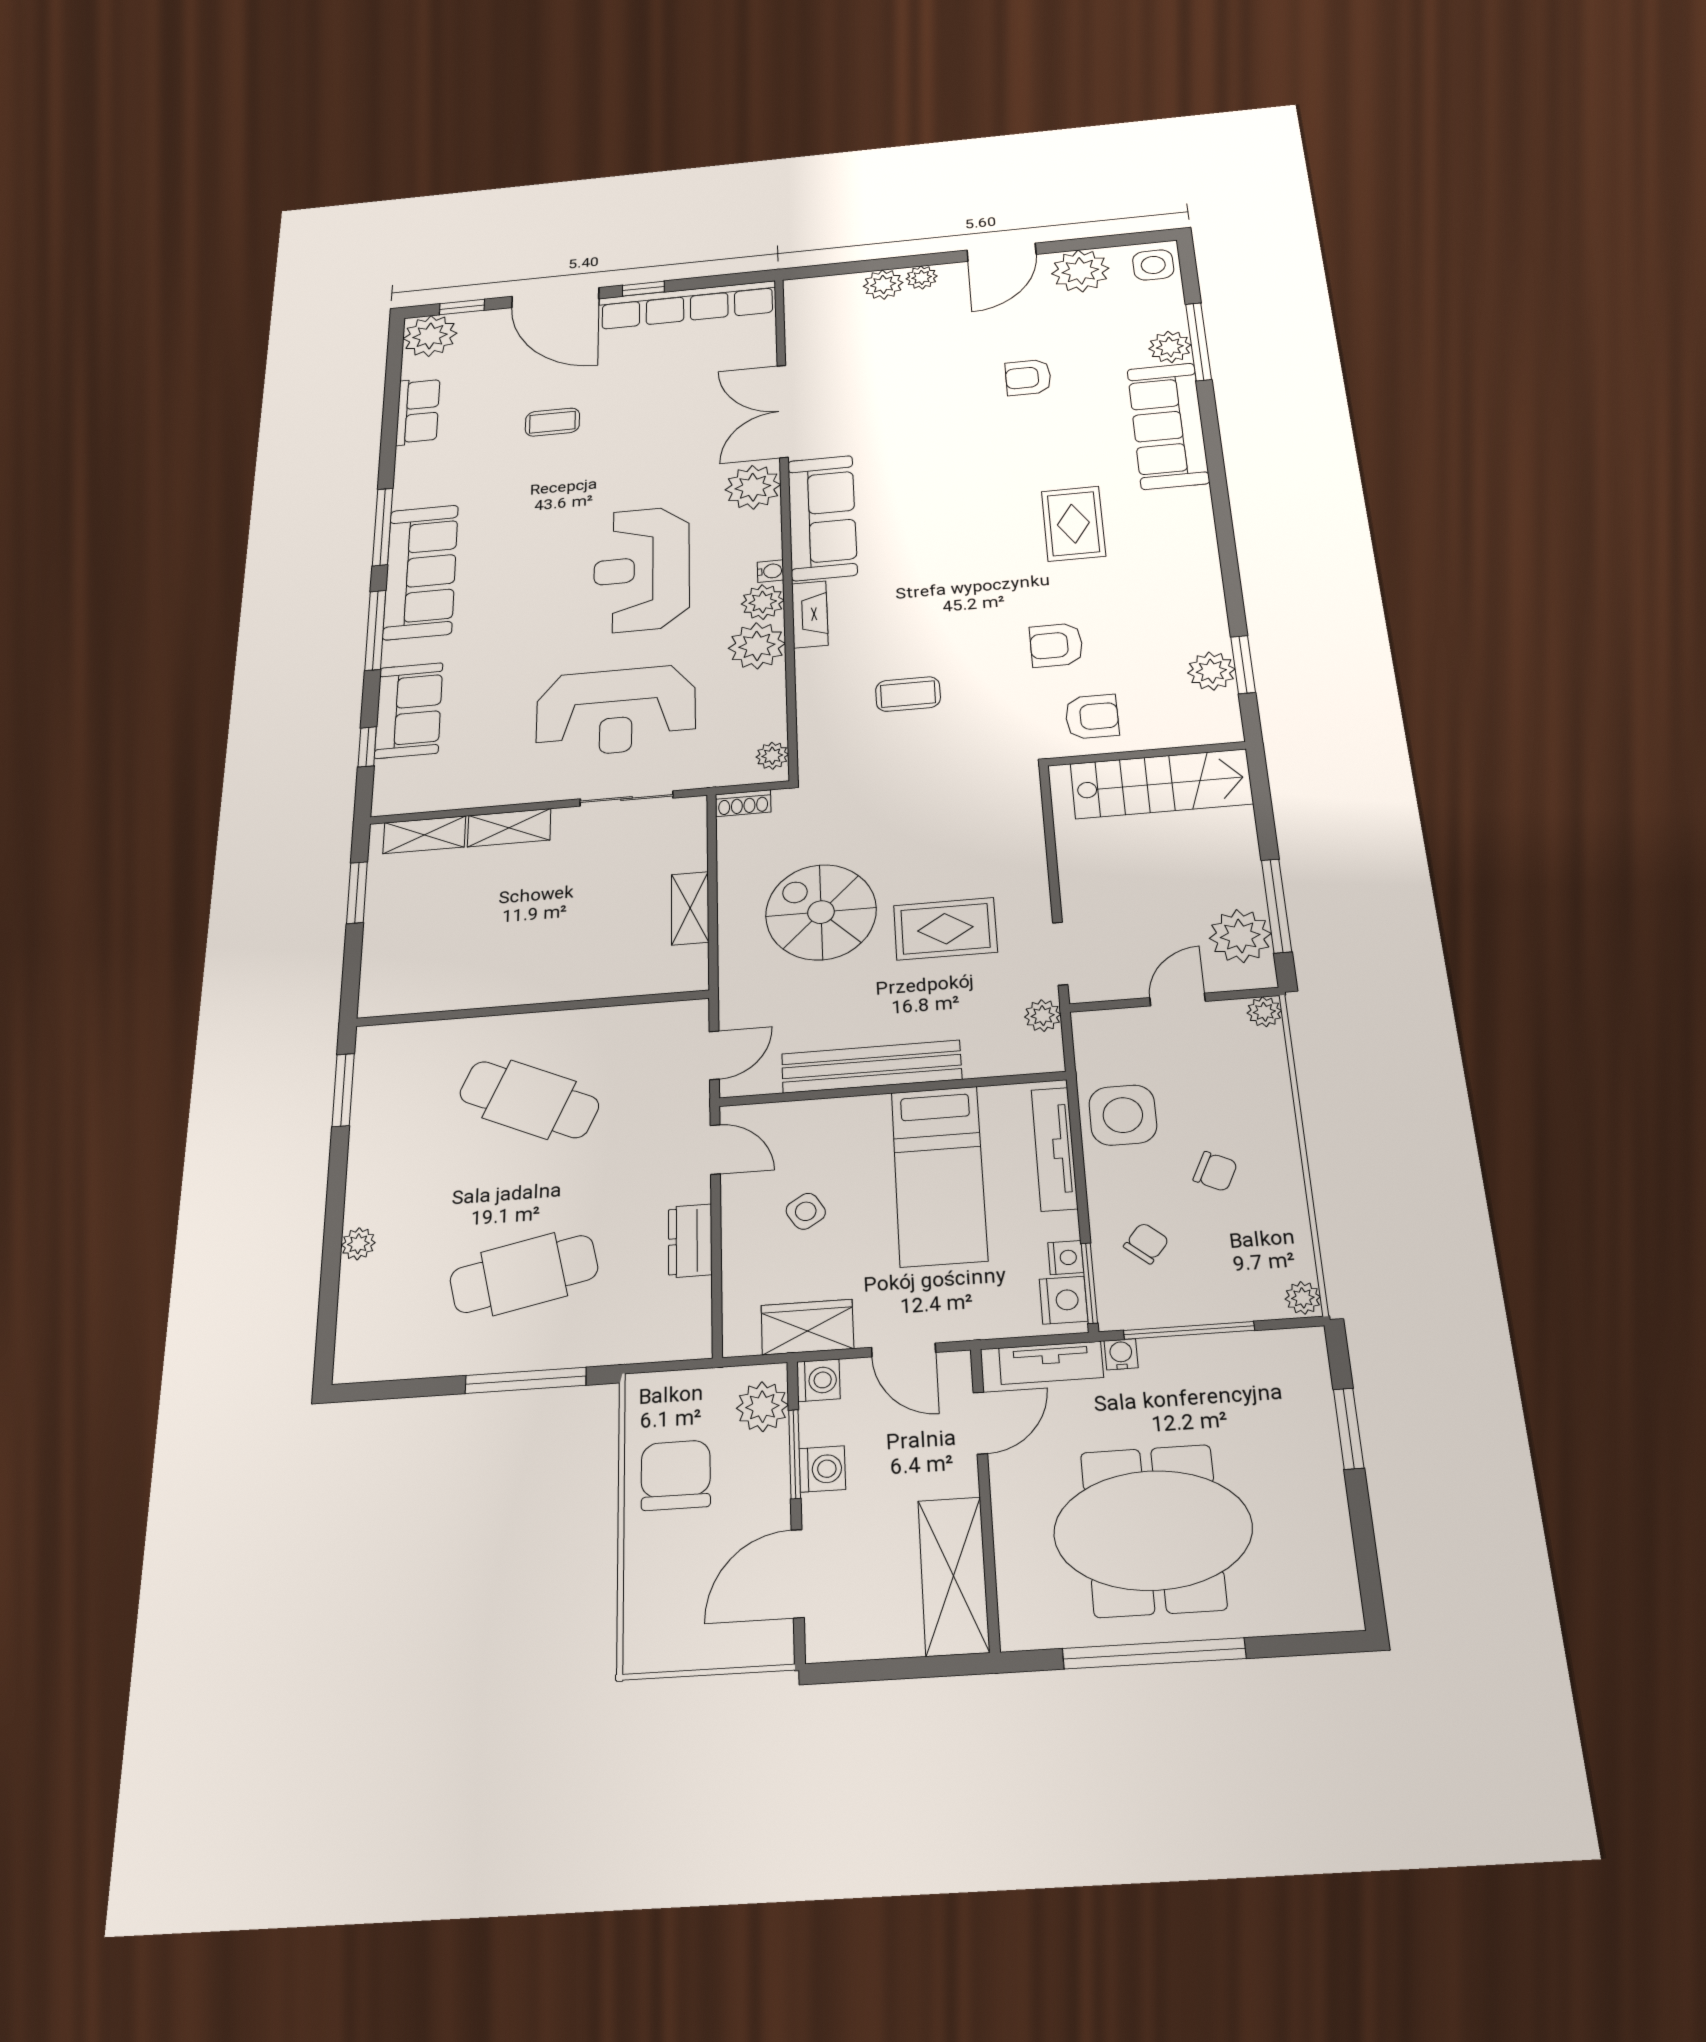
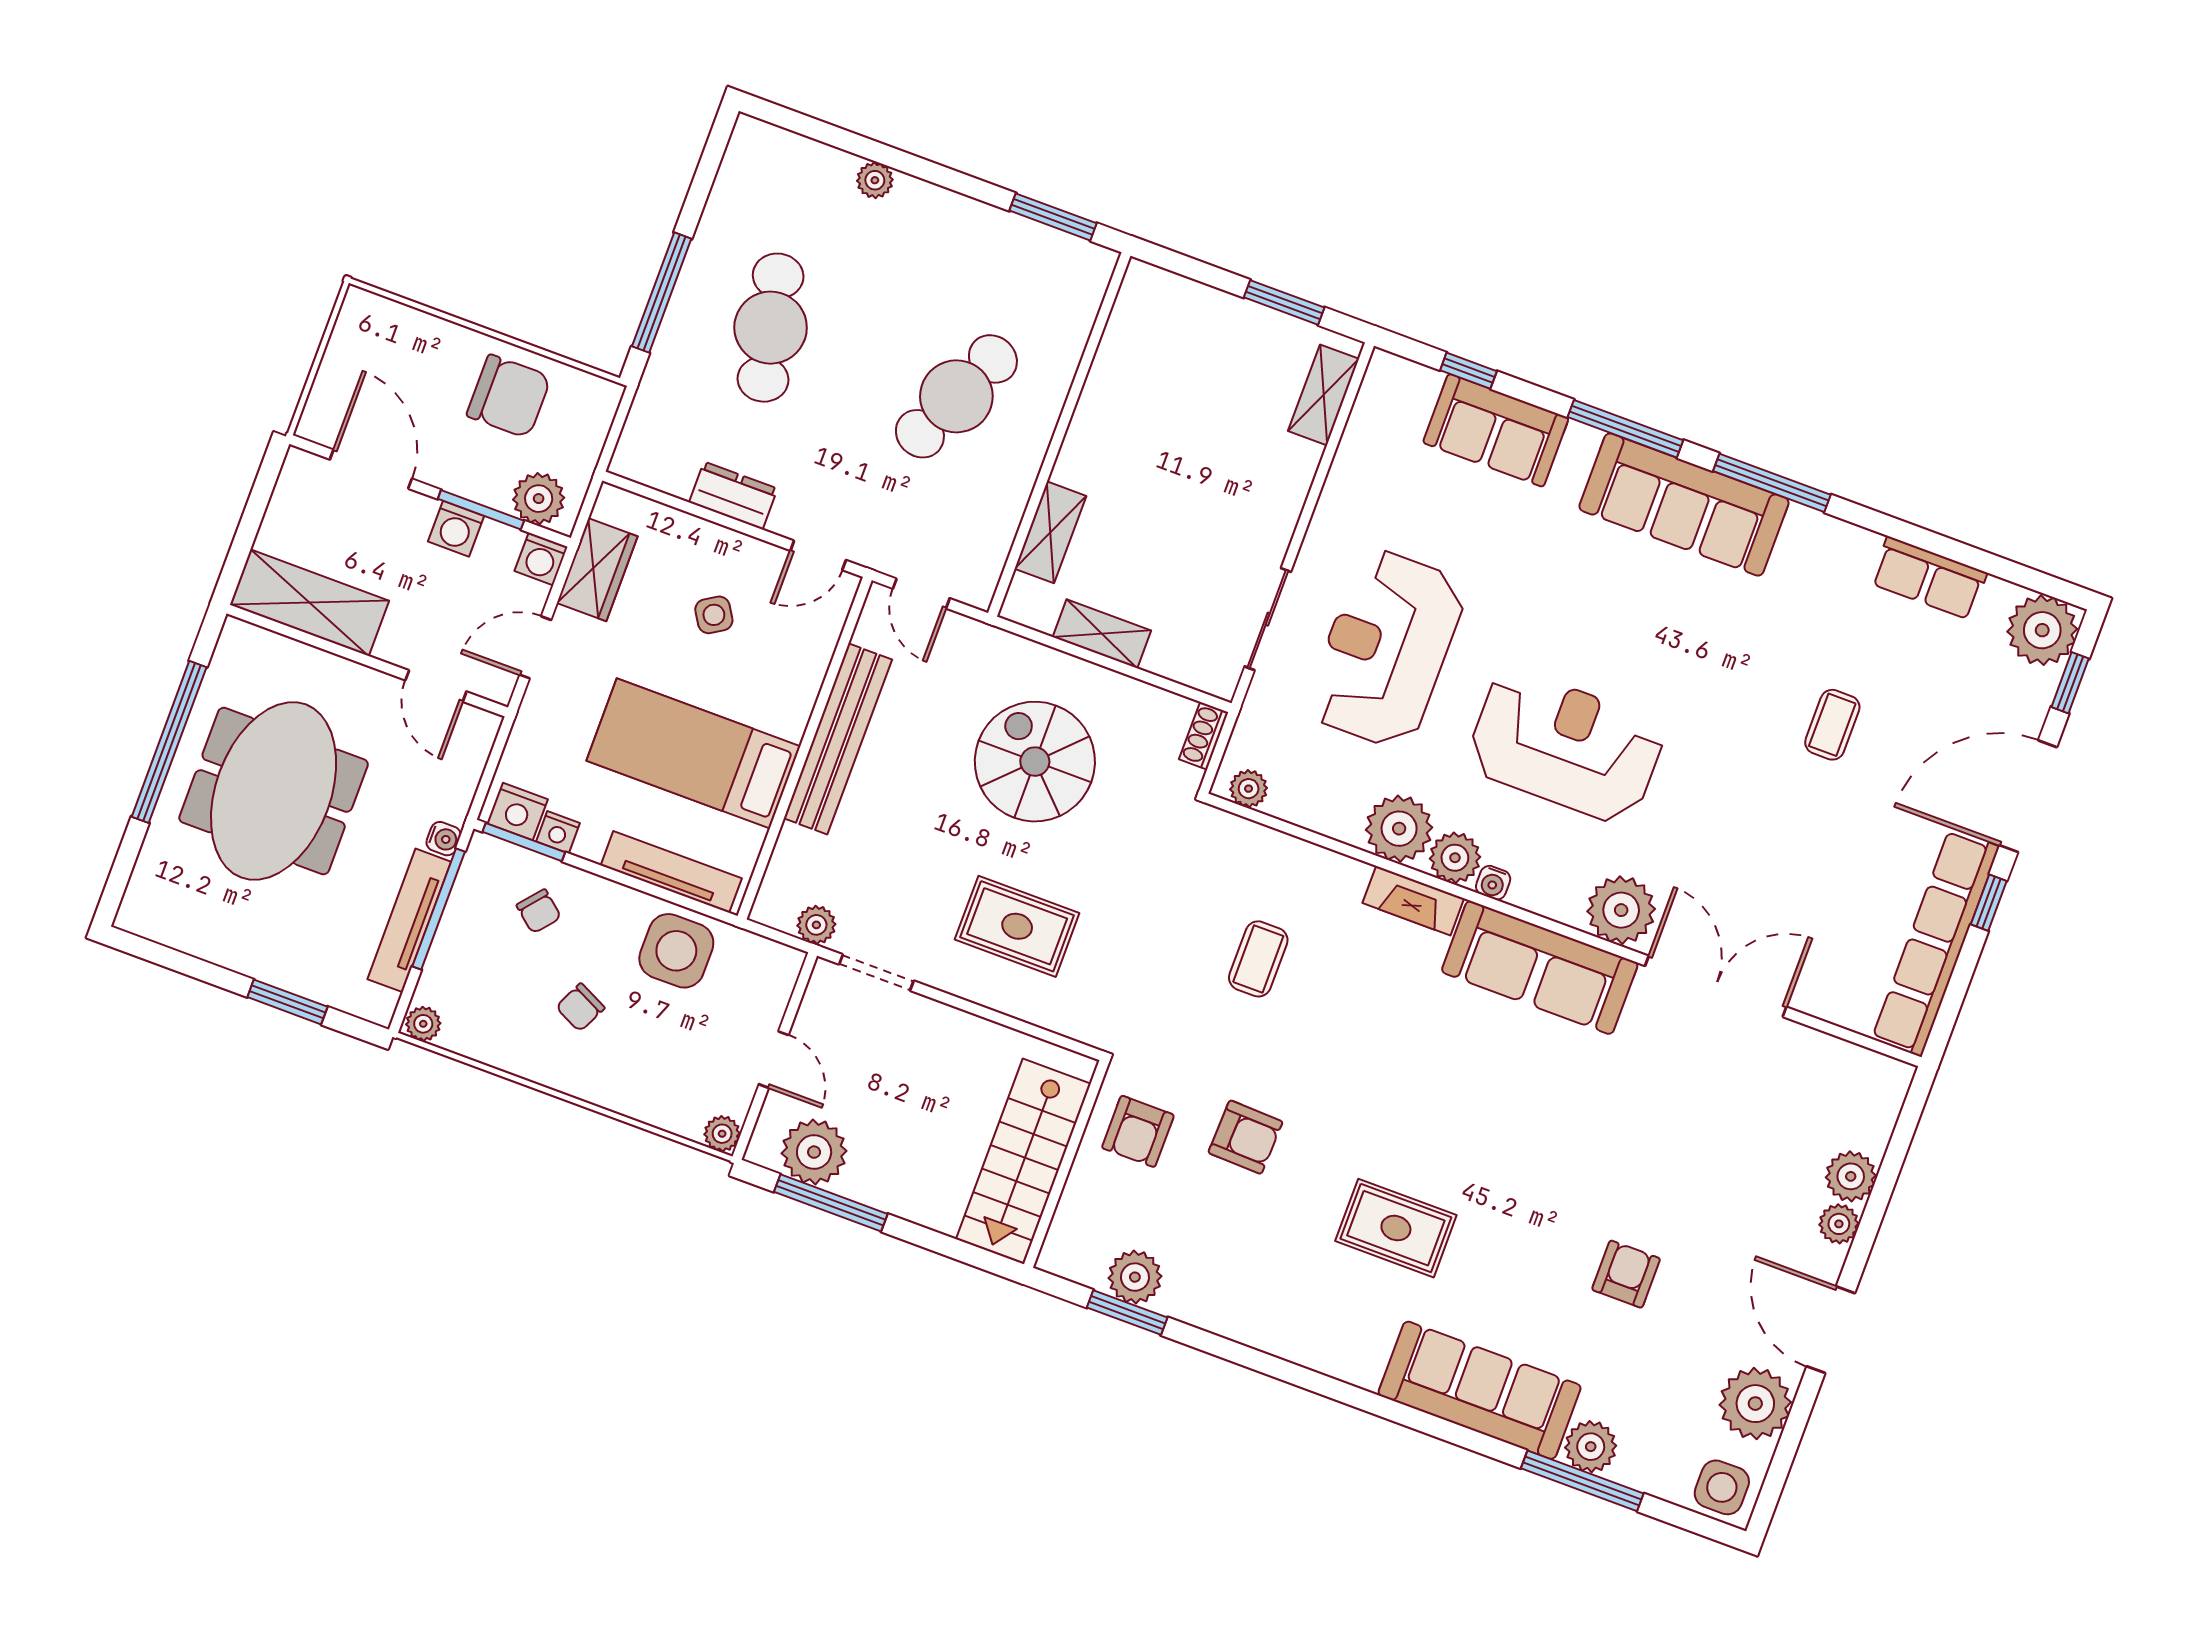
armchair: (1056, 645) -> (1245, 1137), turned 92
shelving: (509, 828) -> (1050, 532), moved
spiral stairs: (821, 912) -> (1035, 762), turned -90
rug: (945, 929) -> (1017, 926), moved, turned 90
tv unit: (1051, 1363) -> (409, 920), moved, width x1.41

